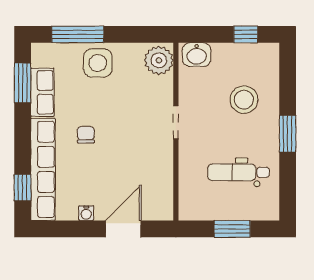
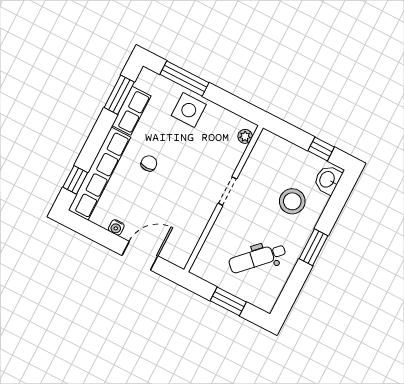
washbasin: (197, 55) -> (328, 180), moved, turned 90
plant: (159, 60) -> (245, 136), width x0.53, depth x0.53
dental chair: (238, 172) -> (257, 258), turned -45

